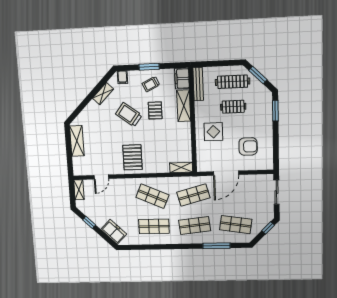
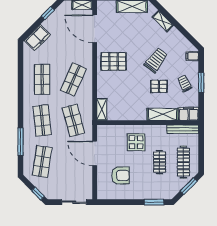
shelving: (103, 94) -> (163, 21), moved
armchair: (248, 146) -> (120, 175), turned -90
door: (101, 177) -> (95, 29), width x1.88

